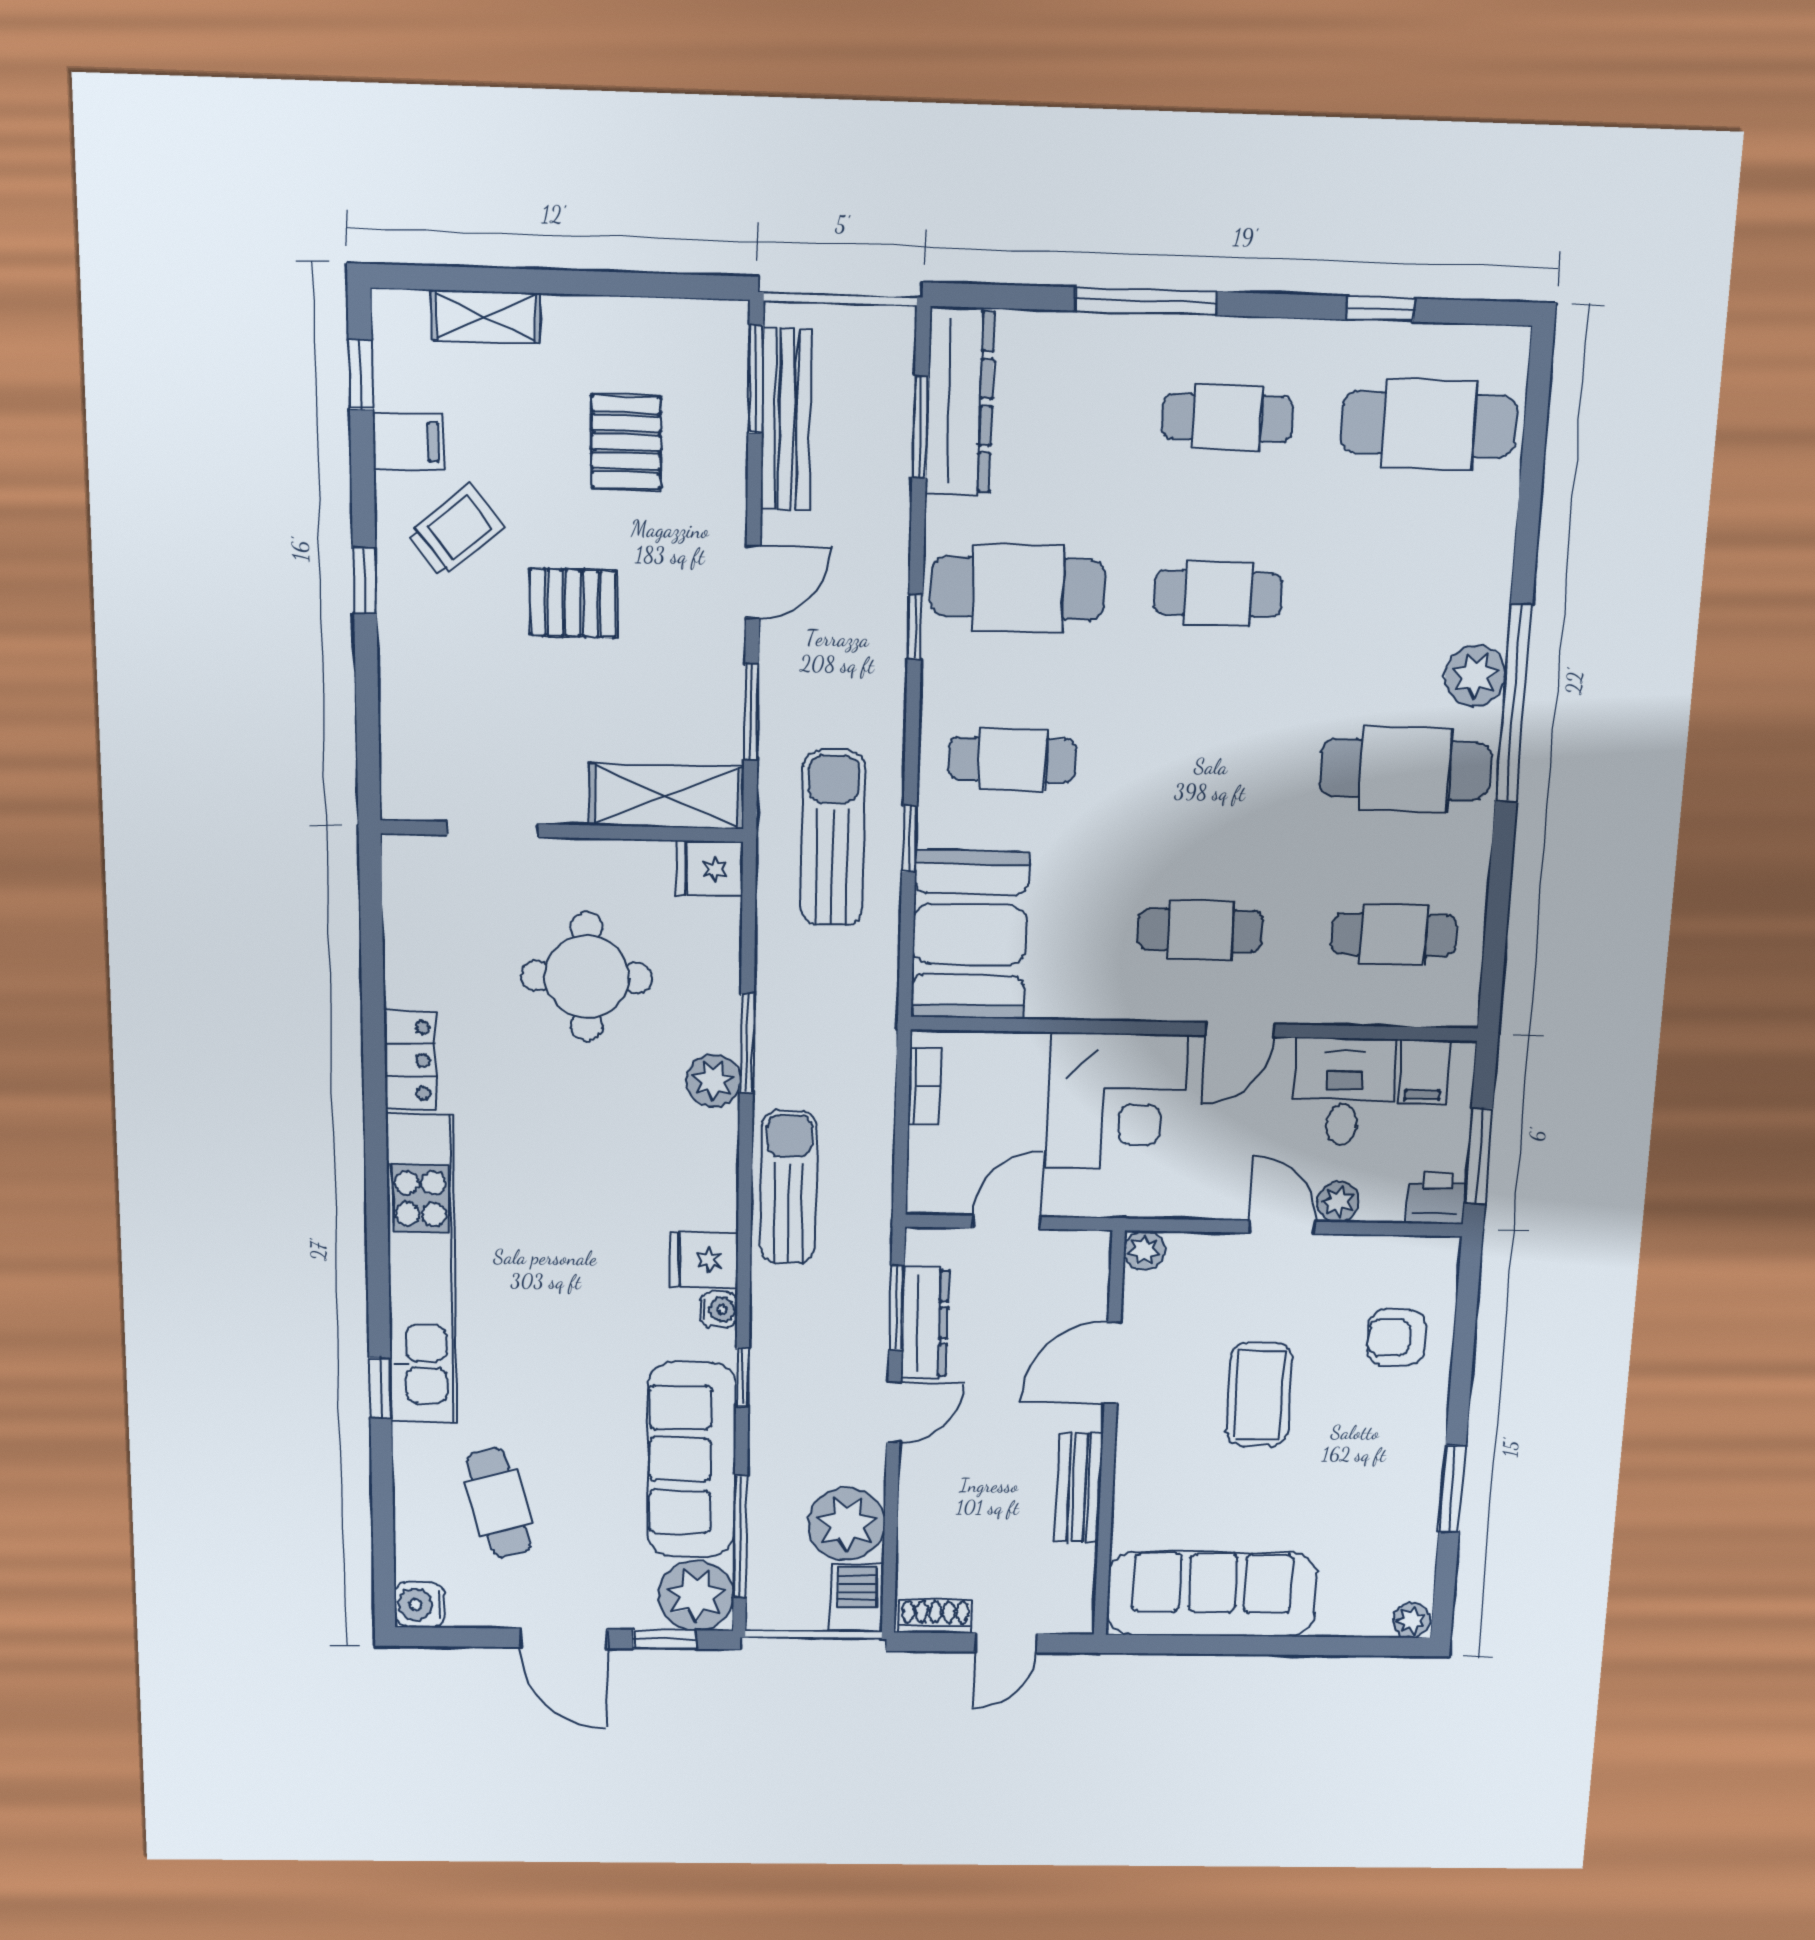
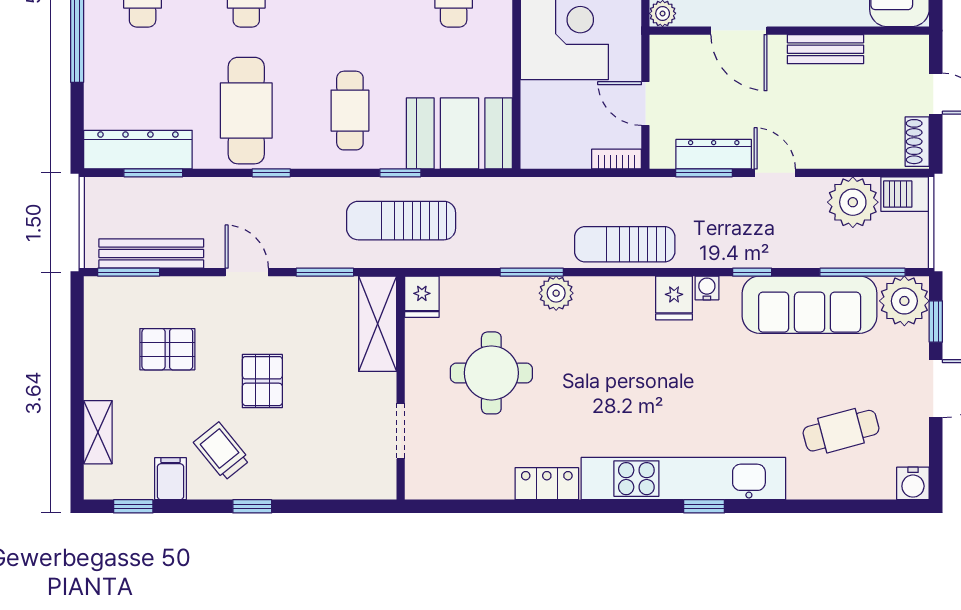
bookcase: (924, 1086) -> (617, 159), moved
window: (380, 1388) -> (704, 506), moved

